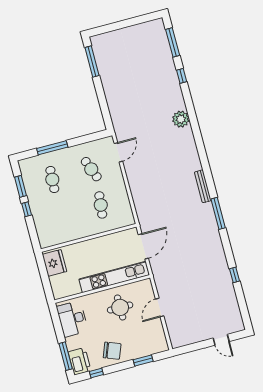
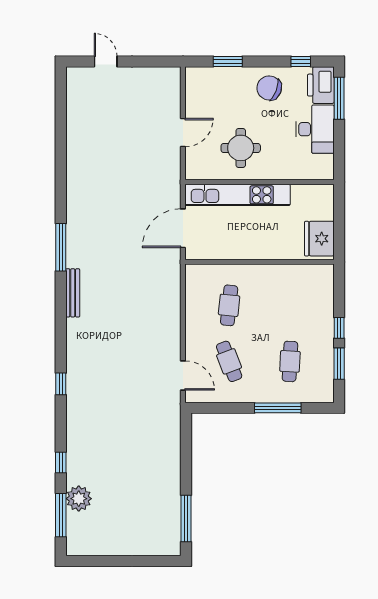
plant: (181, 119) -> (79, 499), moved
door: (118, 152) -> (183, 375), swing flipped
window: (234, 275) -> (61, 384), moved
desk: (72, 319) -> (315, 129), moved

